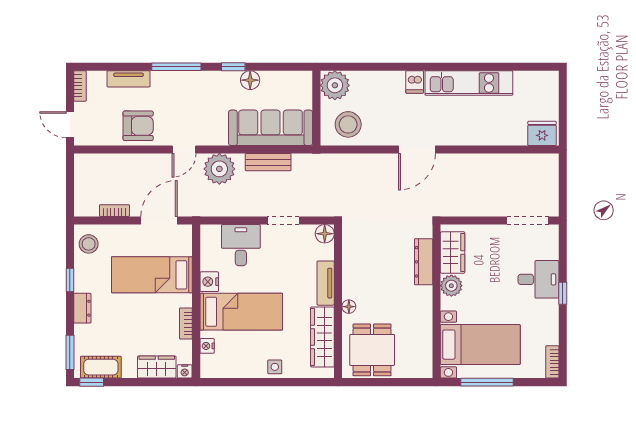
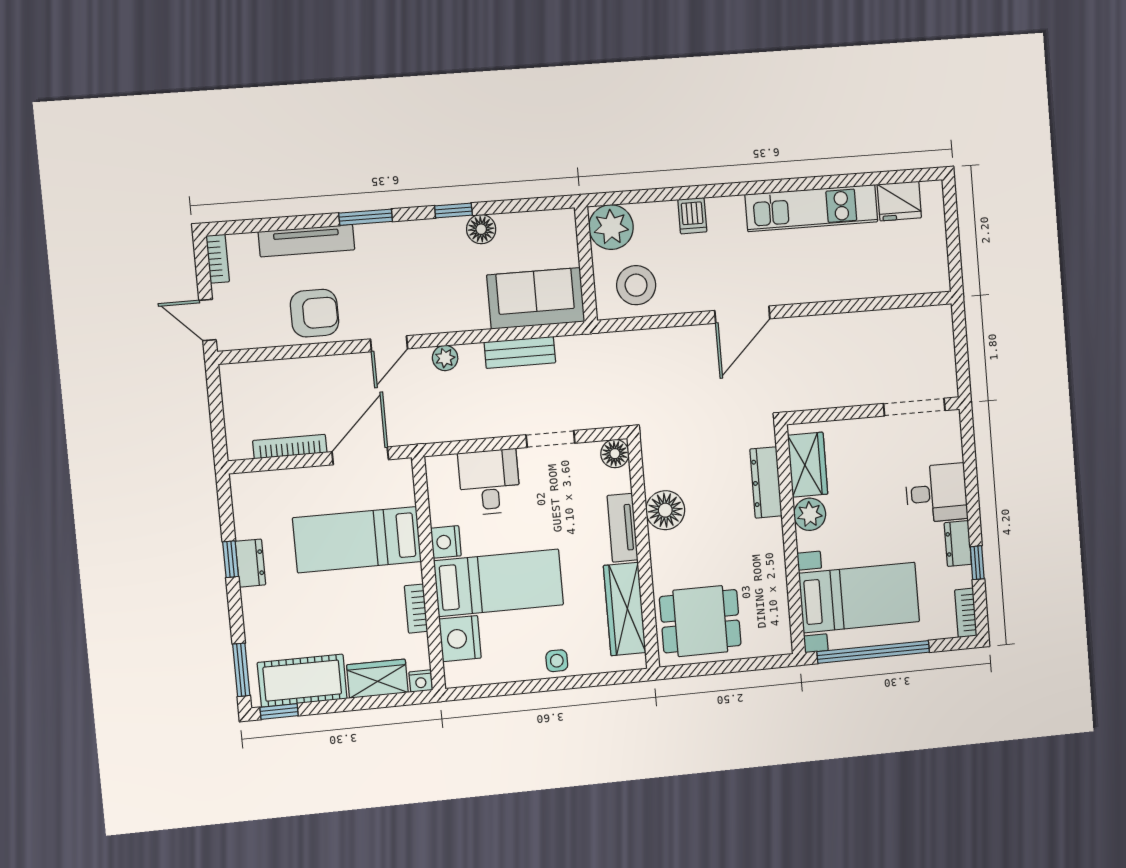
window: (176, 67) -> (366, 217), width x0.69
tv unit: (129, 79) -> (306, 241), width x1.41
dishwasher: (415, 82) -> (692, 216), moved
sofa: (271, 128) -> (536, 298), width x0.73
fridge: (542, 133) -> (899, 201), moved, turned 180
plant: (219, 169) -> (445, 358), width x0.53, depth x0.53
bookcase: (114, 211) -> (290, 447), width x1.56
stool: (89, 244) -> (254, 501), removed
window: (563, 293) -> (977, 563), moved
floor lamp: (349, 307) -> (665, 510), moved, width x1.89, depth x1.89
dresser: (82, 308) -> (250, 563), moved
dresser: (550, 315) -> (958, 544), added
nightstand: (207, 346) -> (460, 639), width x1.89, depth x1.79
dining table: (372, 350) -> (700, 621), turned 90
cot: (101, 367) -> (302, 681), width x1.37, depth x1.34
window: (487, 382) -> (873, 652), width x1.46

